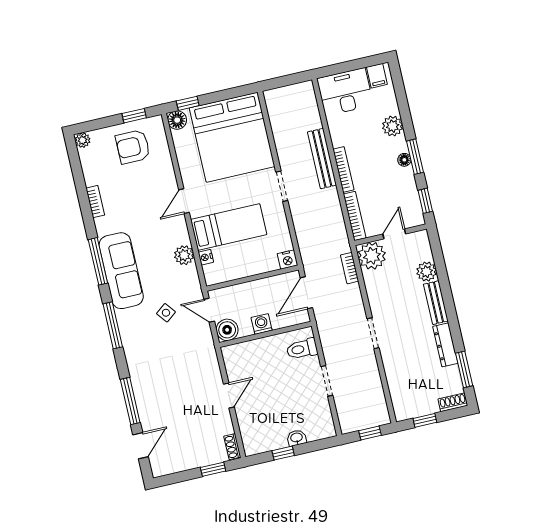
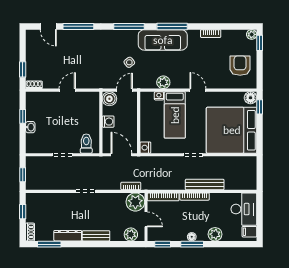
window: (134, 116) -> (260, 43), moved
plant: (427, 272) -> (131, 234), moved
door: (229, 396) -> (67, 90), swing flipped

